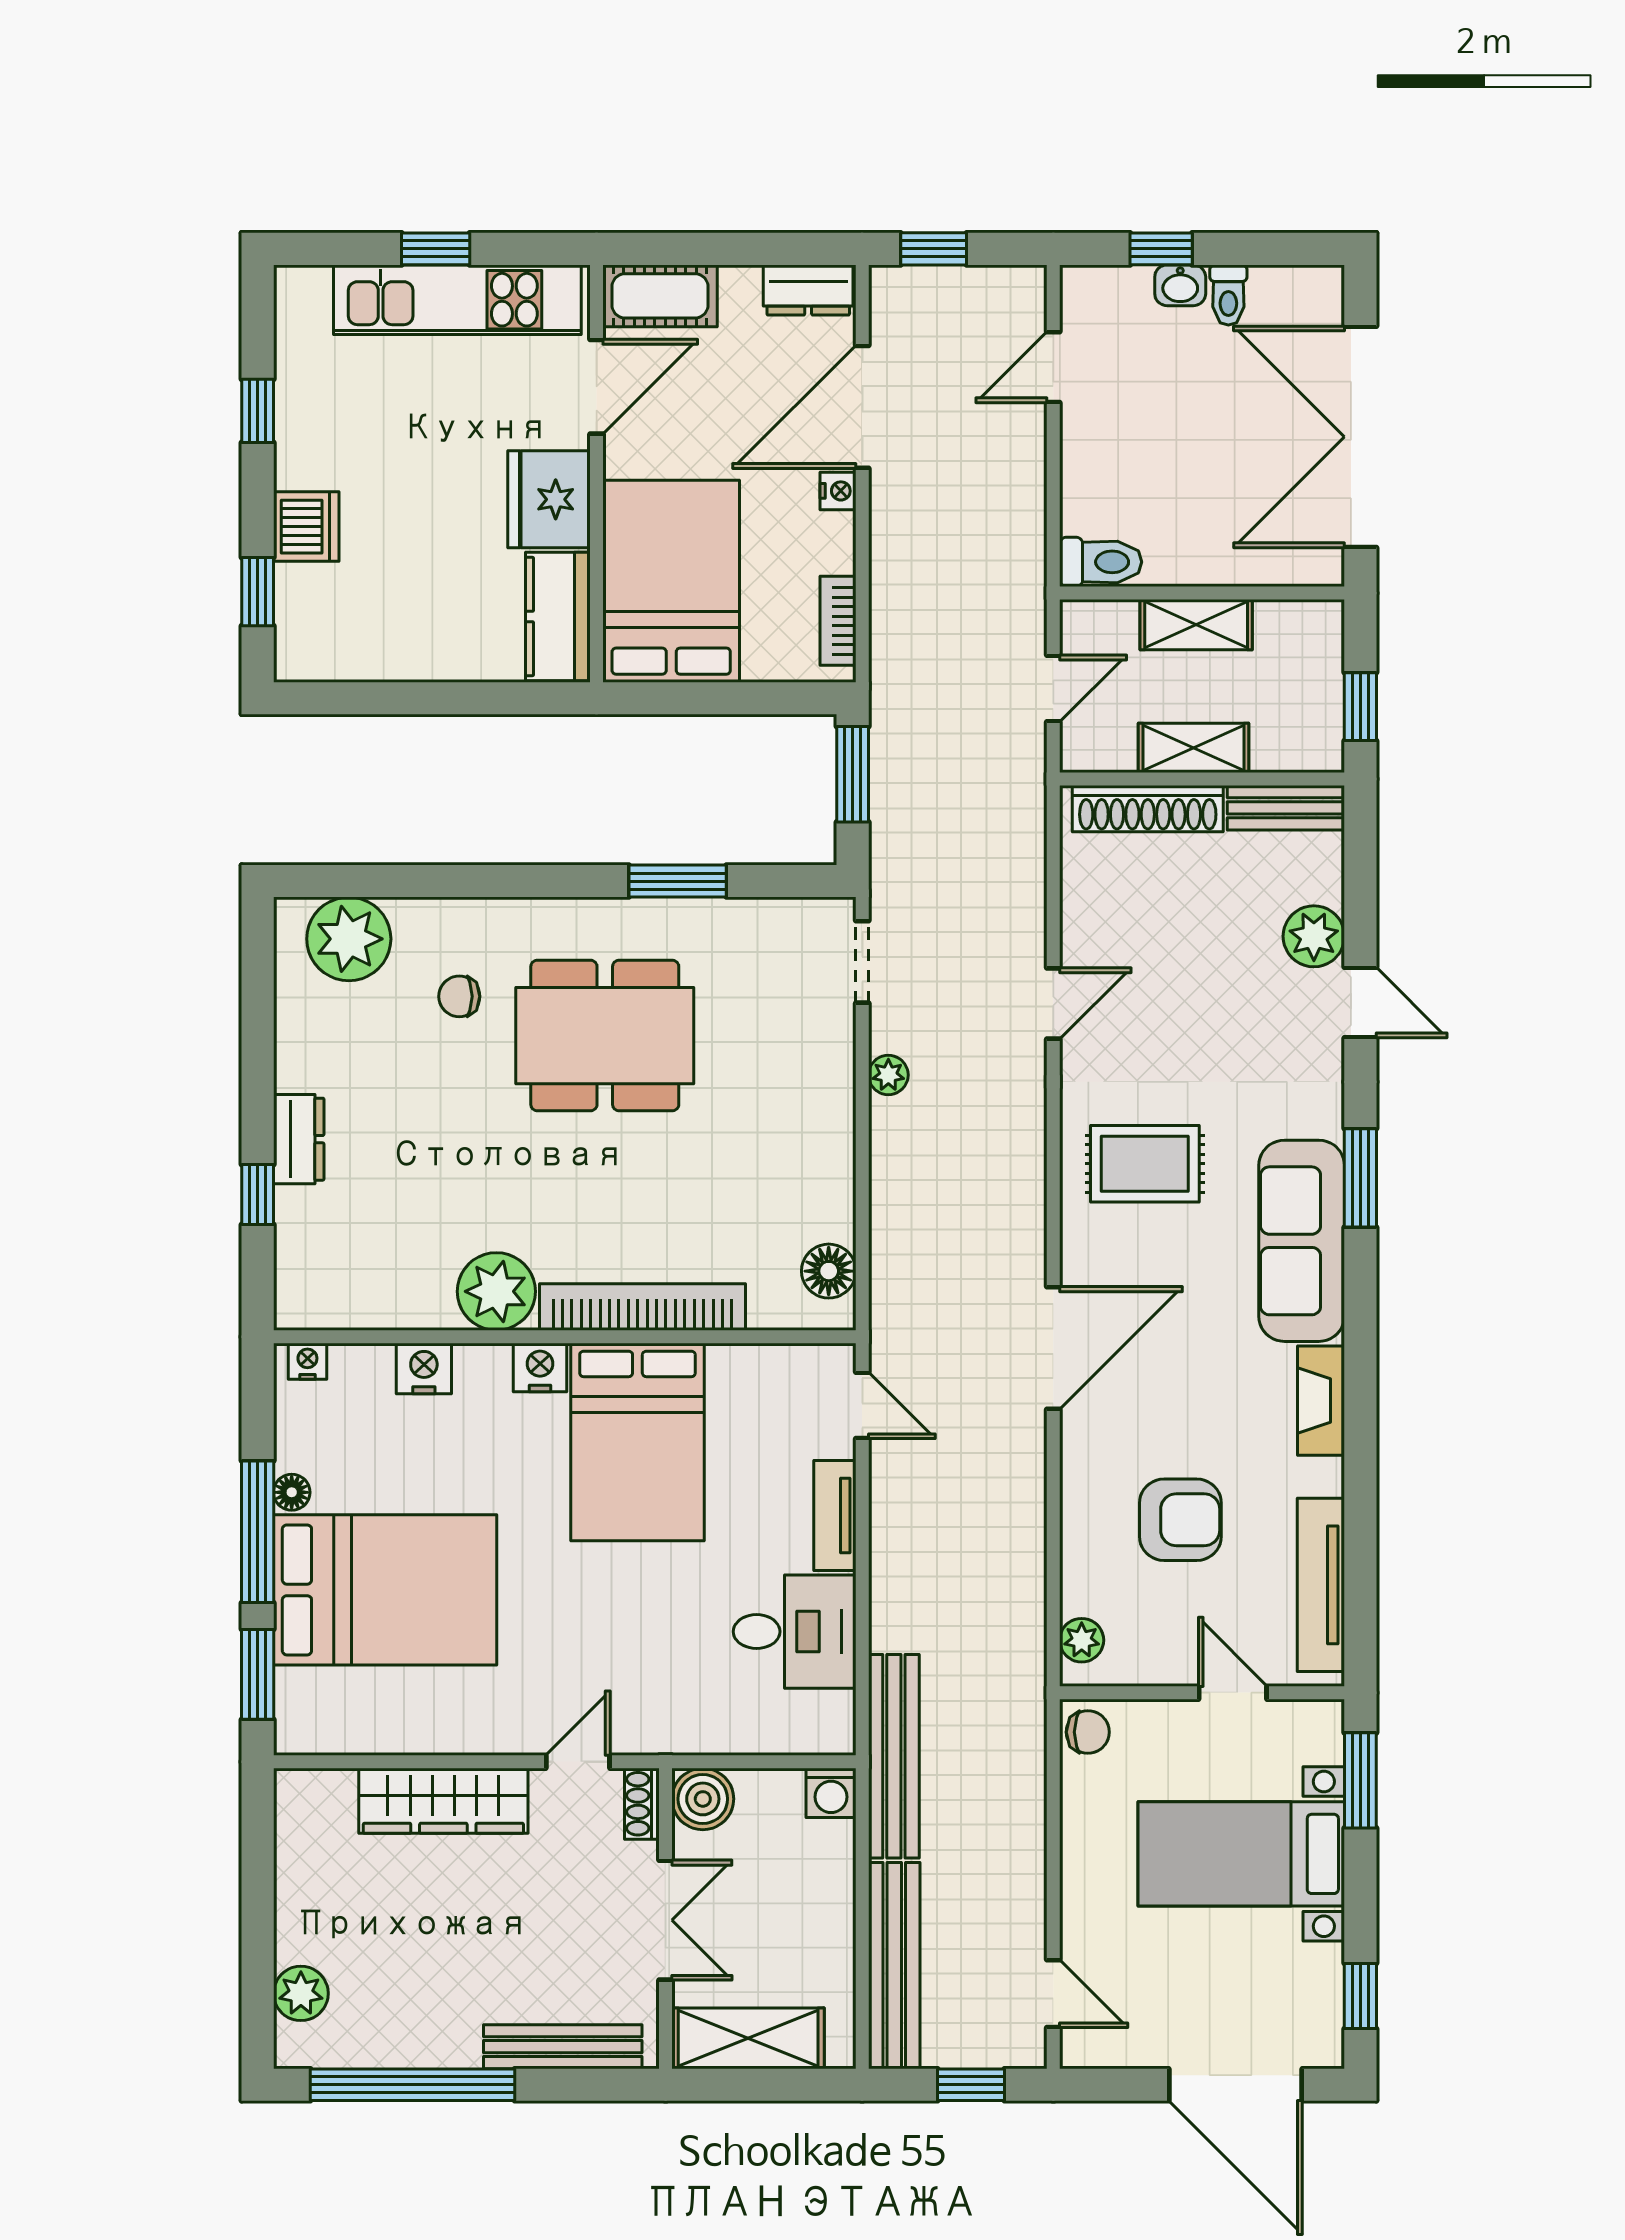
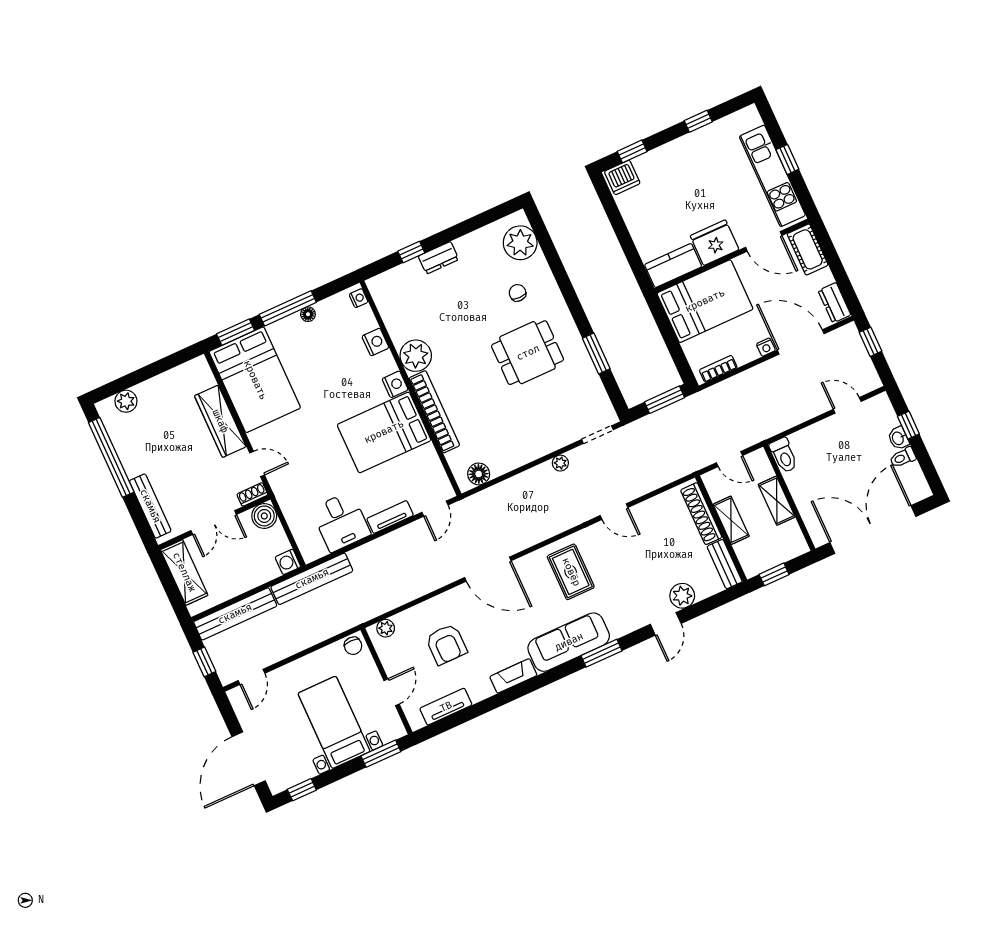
dishwasher: (306, 527) -> (622, 177), moved
dining table: (605, 1036) -> (528, 353), width x0.73
tv unit: (1321, 1585) -> (446, 707), width x0.71
bed: (385, 1590) -> (255, 380), moved

